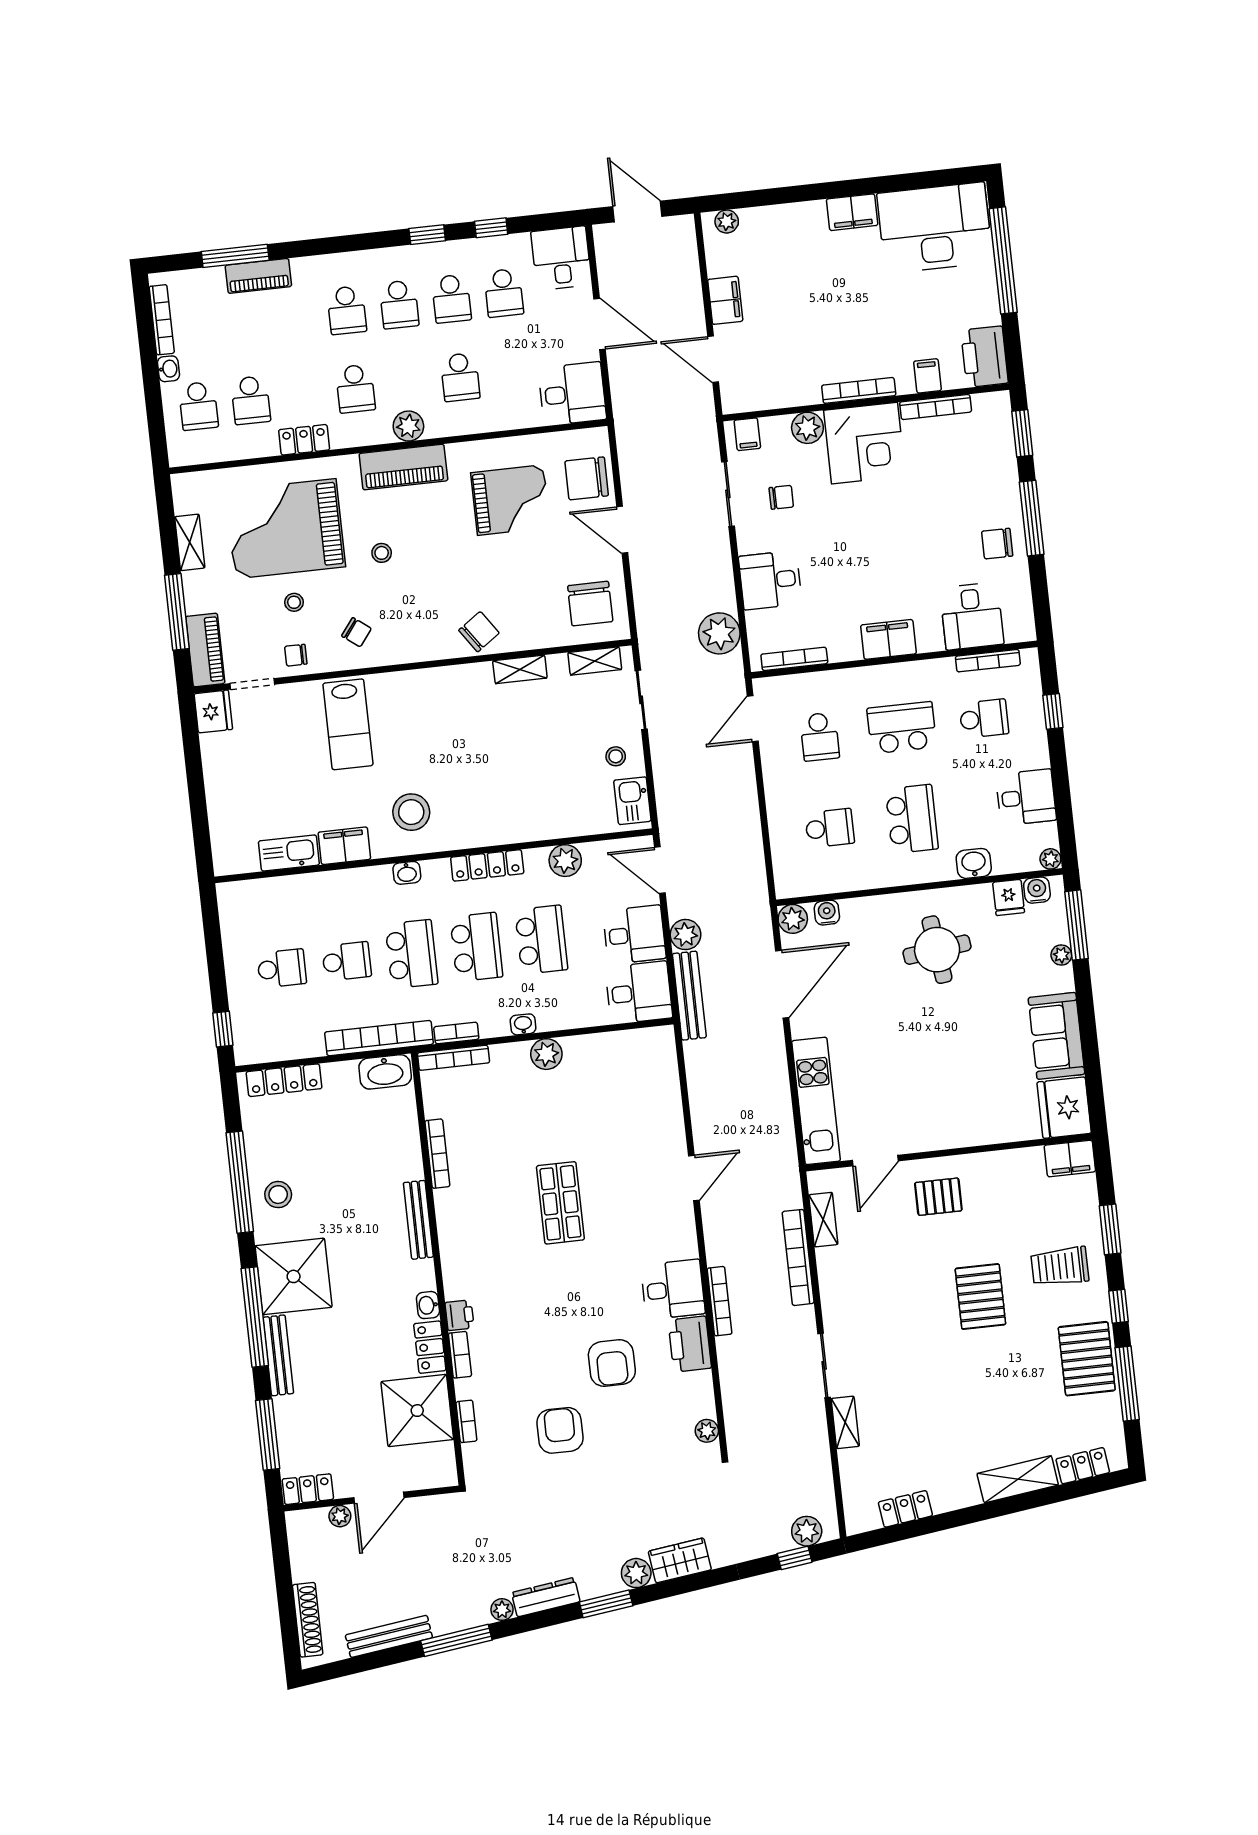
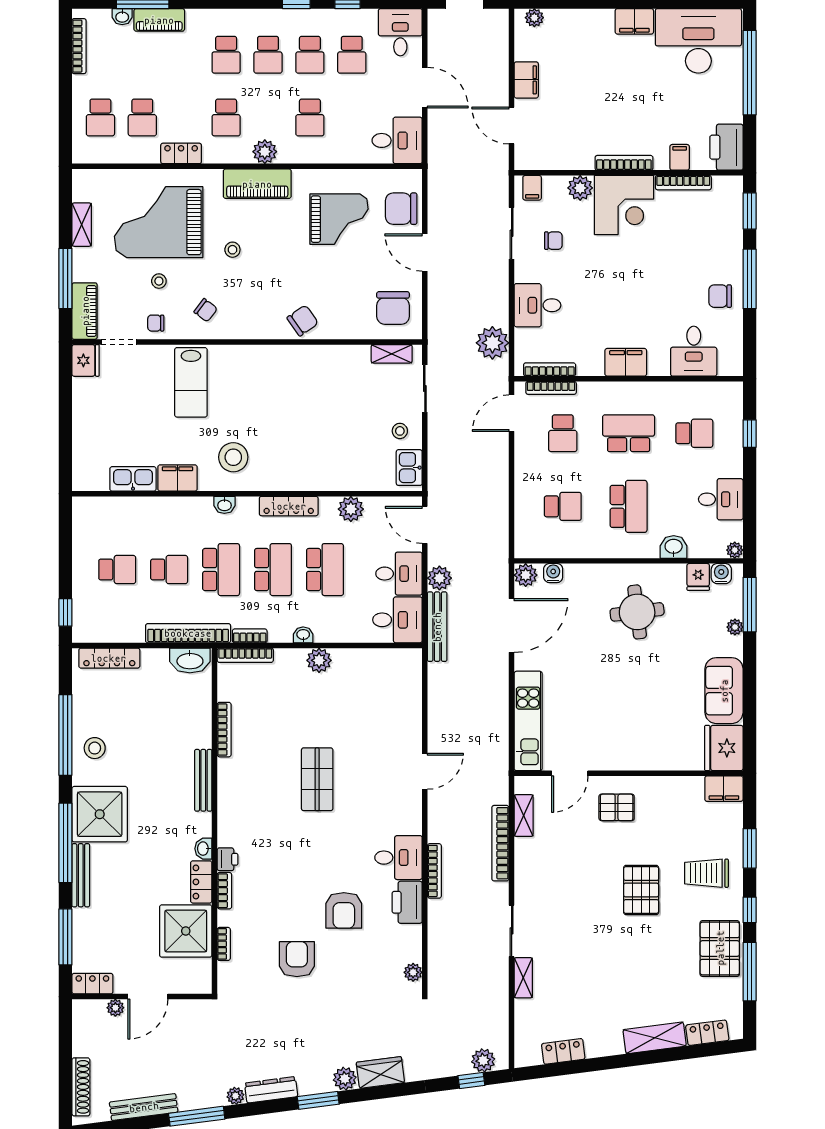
washbasin: (168, 369) -> (122, 17), moved, turned 90
bookcase: (988, 661) -> (551, 388), moved
shelving: (520, 669) -> (332, 354), removed

